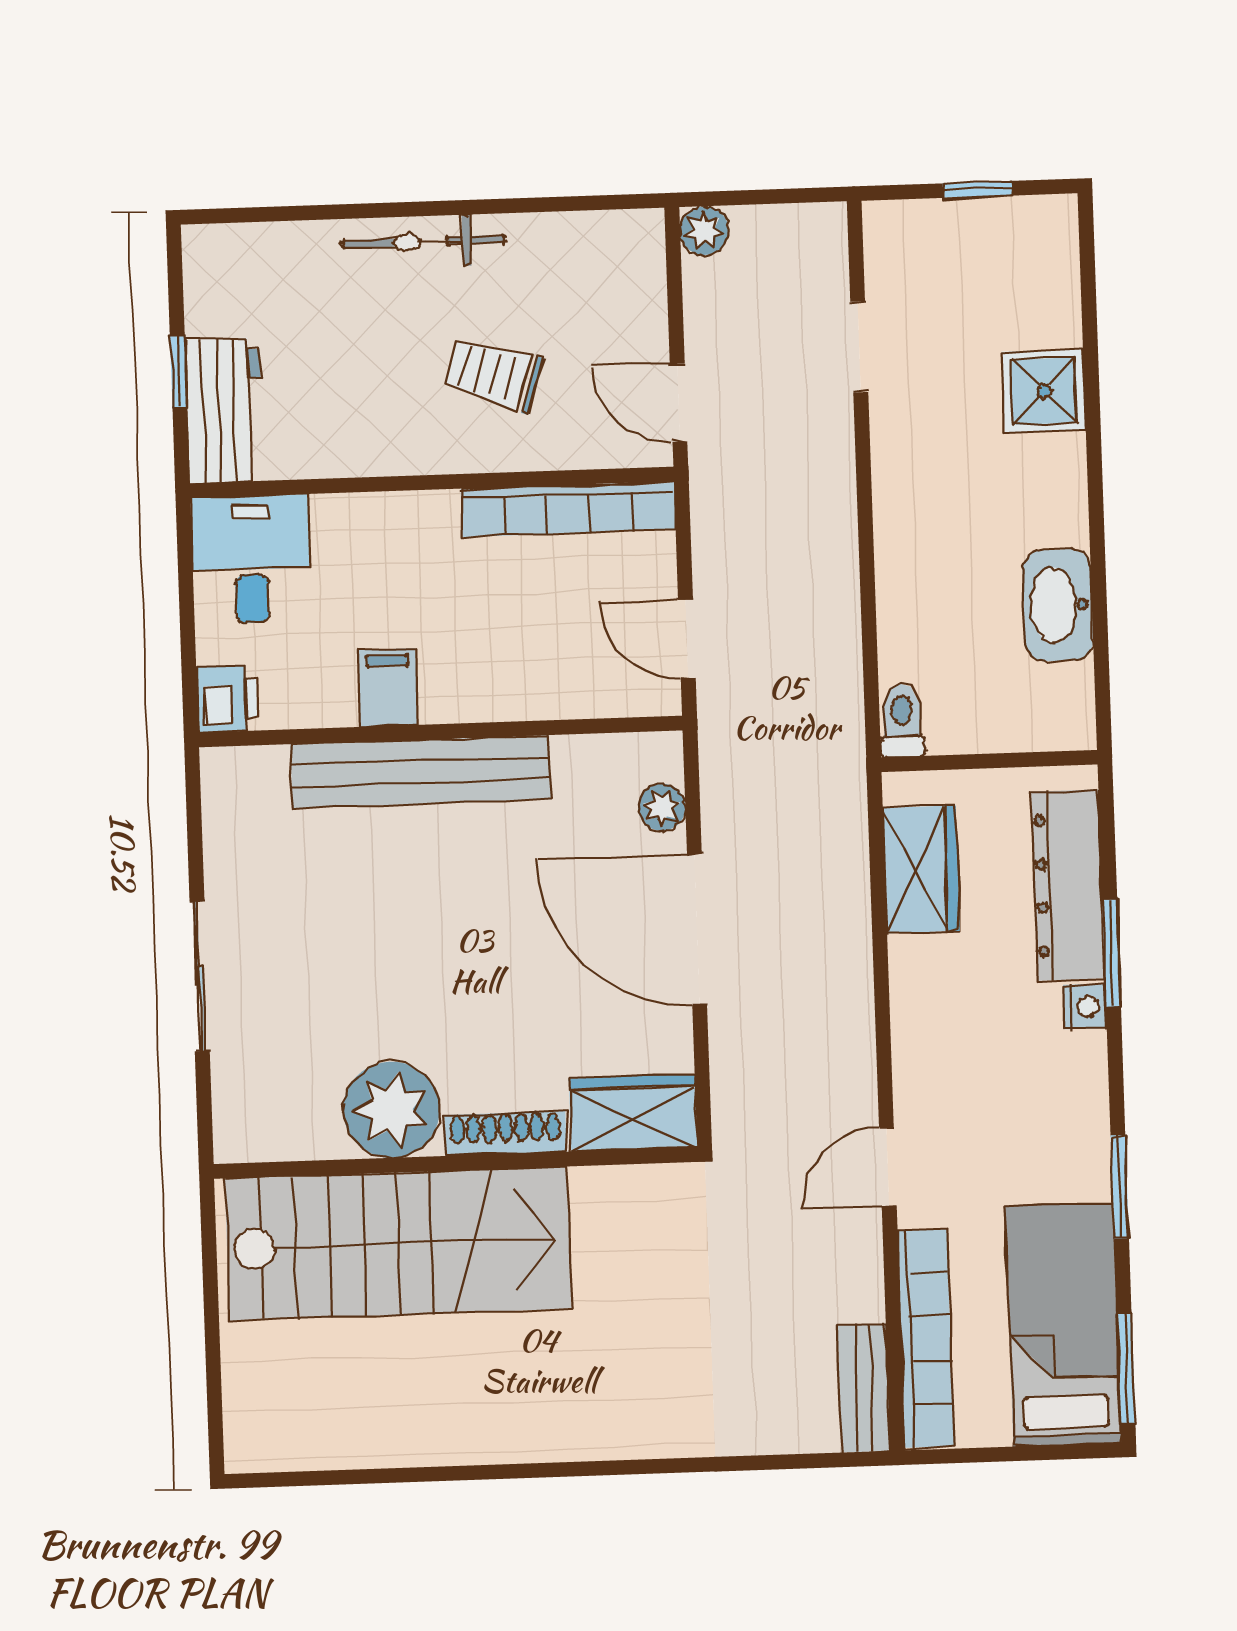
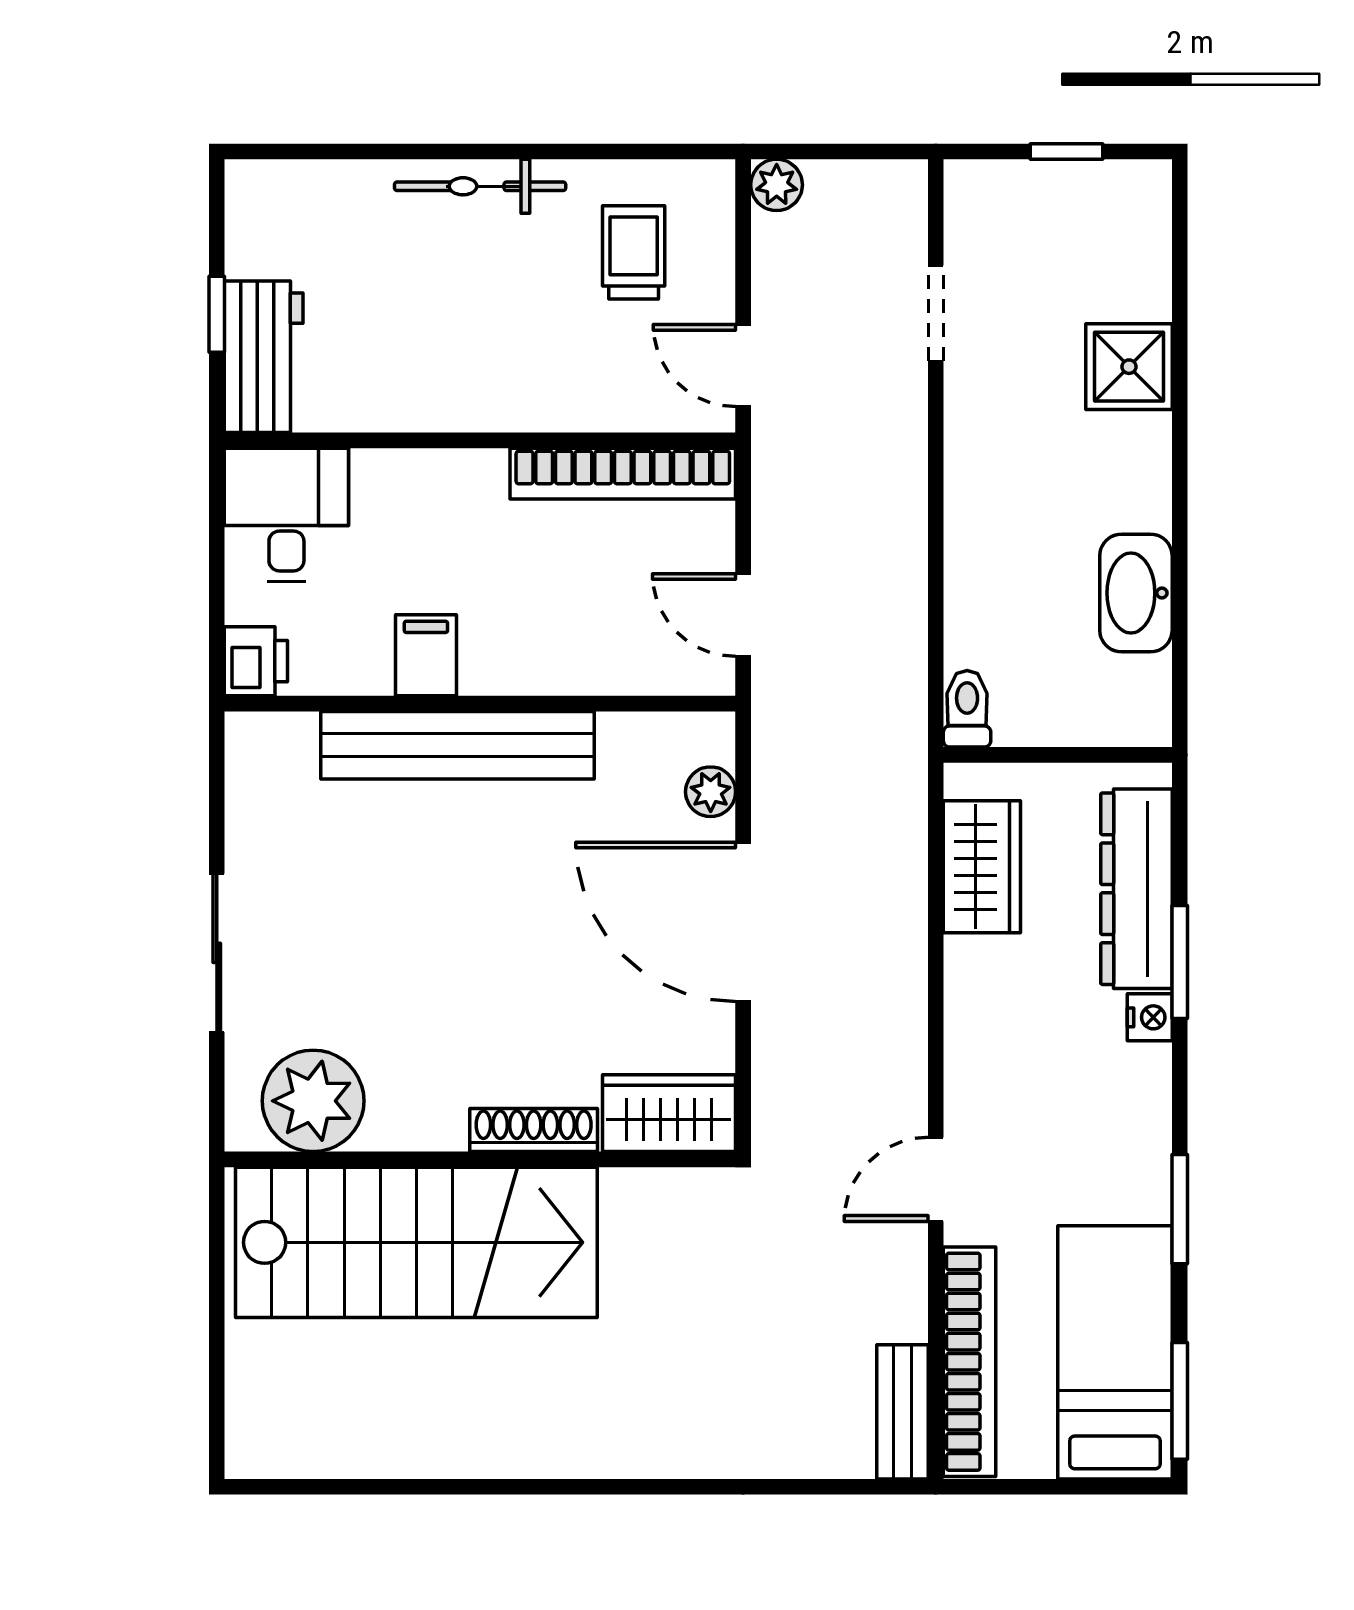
trolley: (493, 374) -> (634, 252), moved, turned 72
plant: (391, 1110) -> (313, 1101), moved

